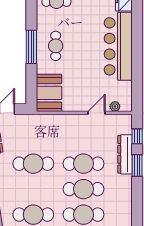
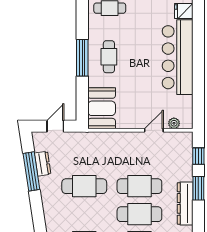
dresser: (125, 154) -> (185, 203), moved

